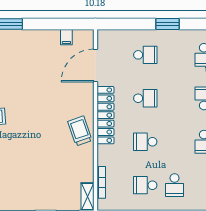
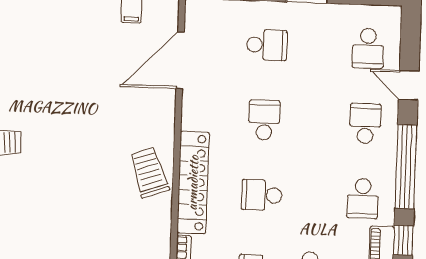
school desk: (145, 98) -> (264, 120), turned -90
locker: (105, 115) -> (193, 183), moved

